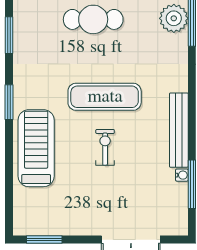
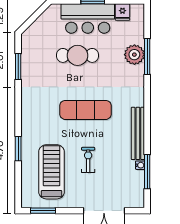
window: (9, 102) -> (18, 149), moved
exercise bike: (105, 147) -> (88, 160), moved
treadmill: (36, 148) -> (52, 172), moved

